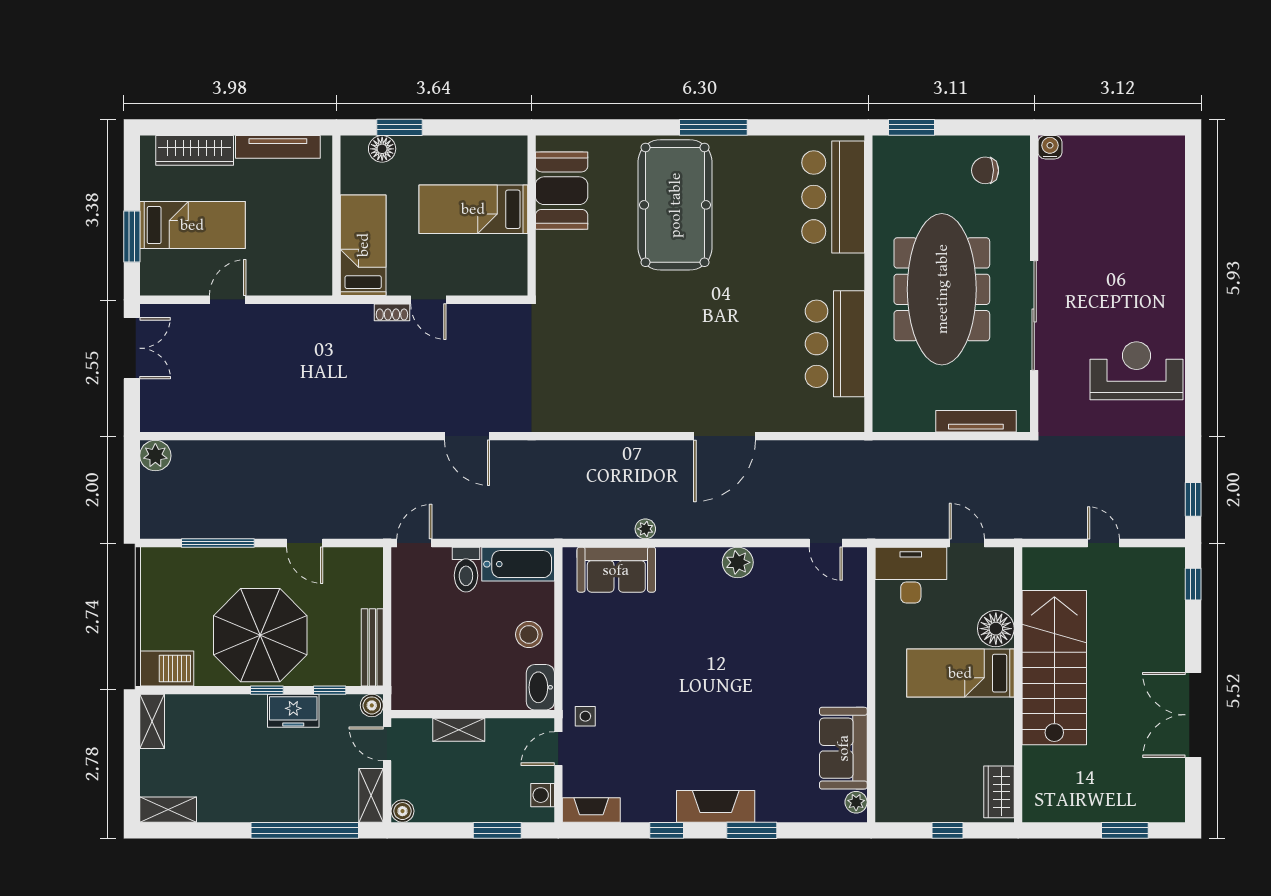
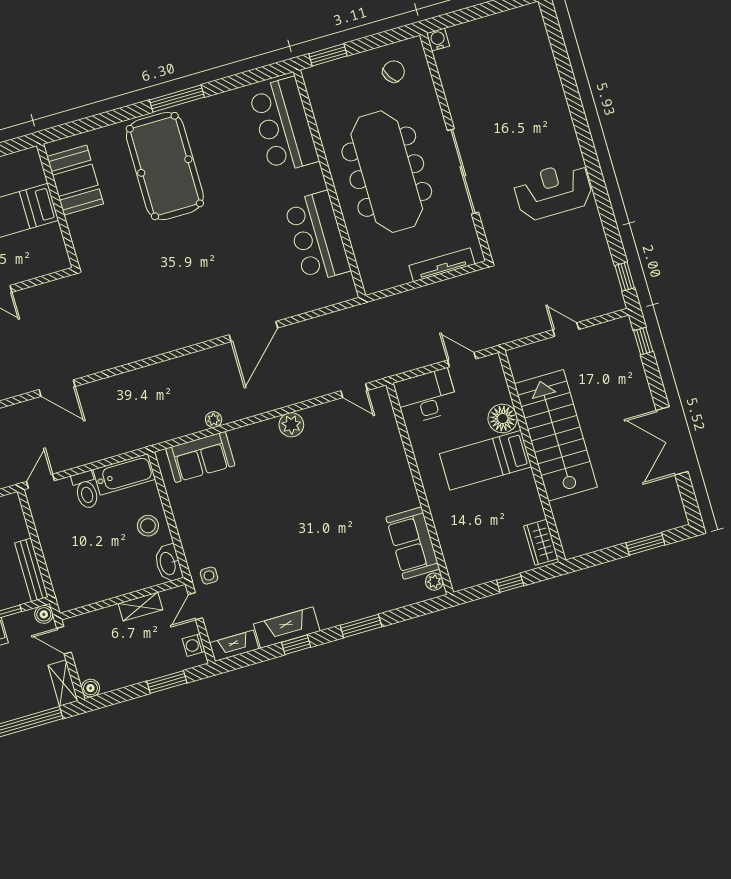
chair: (985, 170) -> (394, 72), turned 147
shelving: (459, 730) -> (140, 607), moved
fireplace: (716, 806) -> (287, 628), moved

